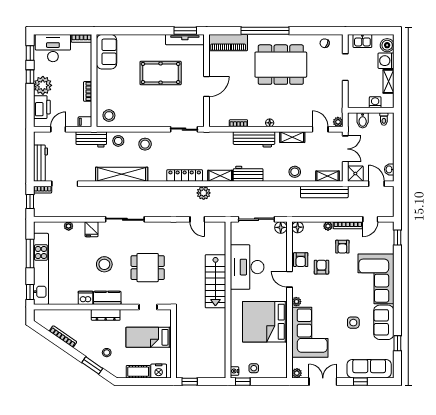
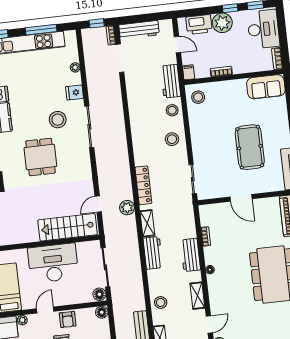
workbench: (254, 139) -> (190, 255), width x0.73
shelving: (122, 174) -> (137, 118), removed
armchair: (301, 260) -> (68, 319), turned -90
stool: (104, 264) -> (58, 120), moved
stairs: (215, 281) -> (68, 227), moved

